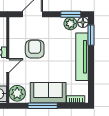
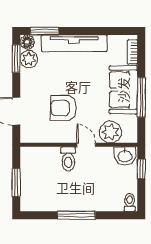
plant: (17, 93) -> (111, 132), moved

